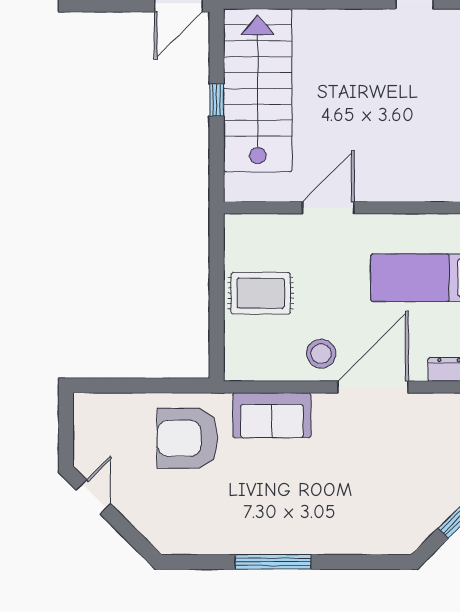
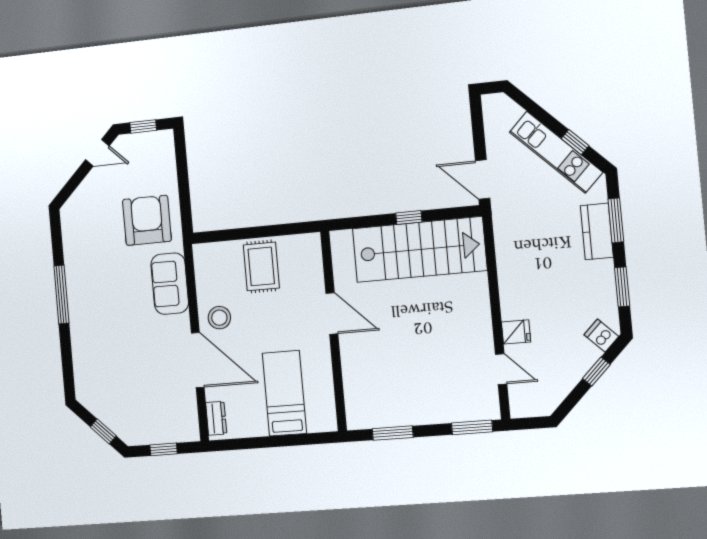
window: (66, 432) -> (143, 126), added

